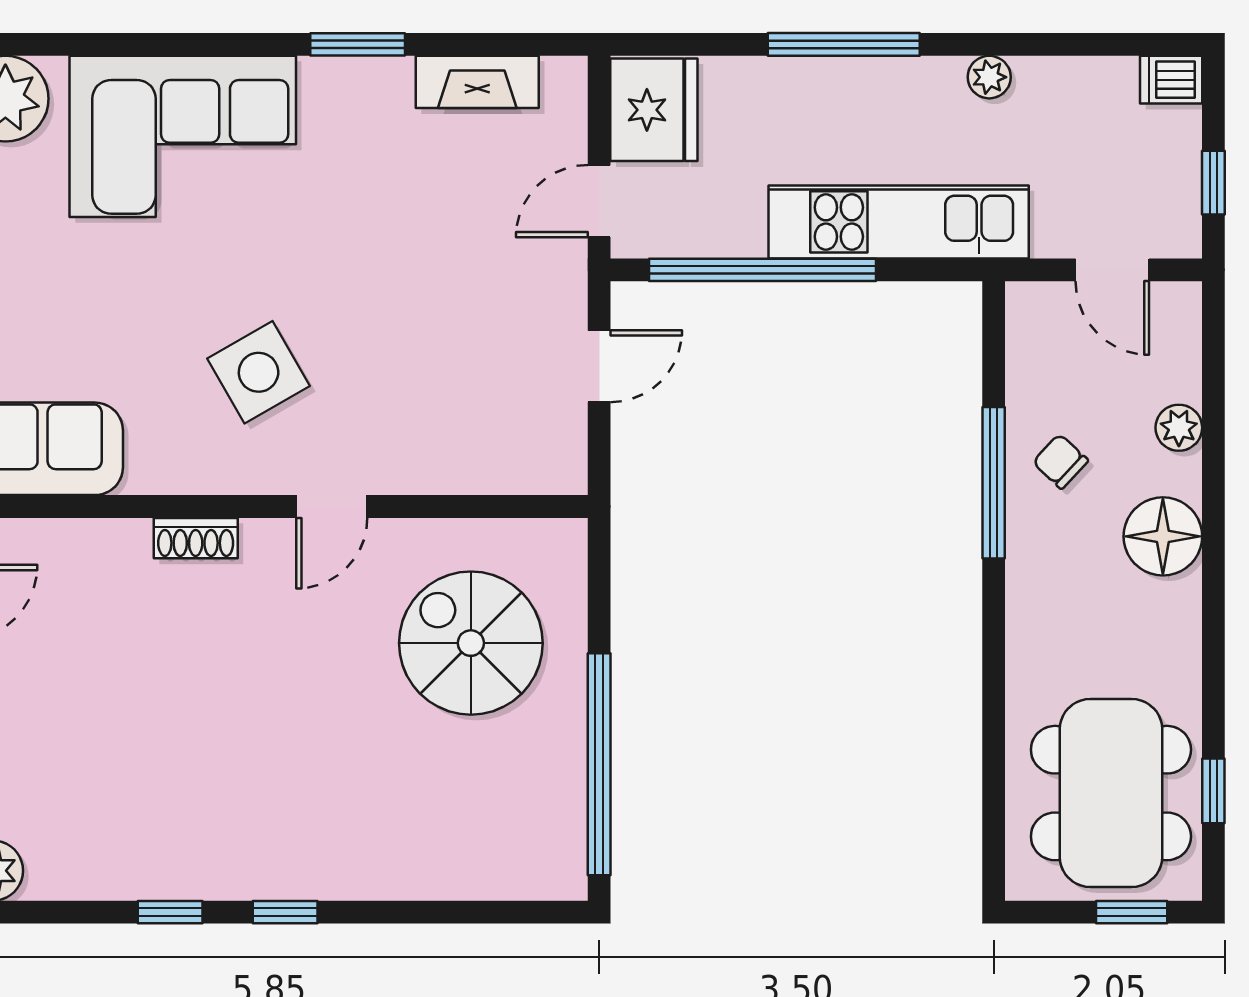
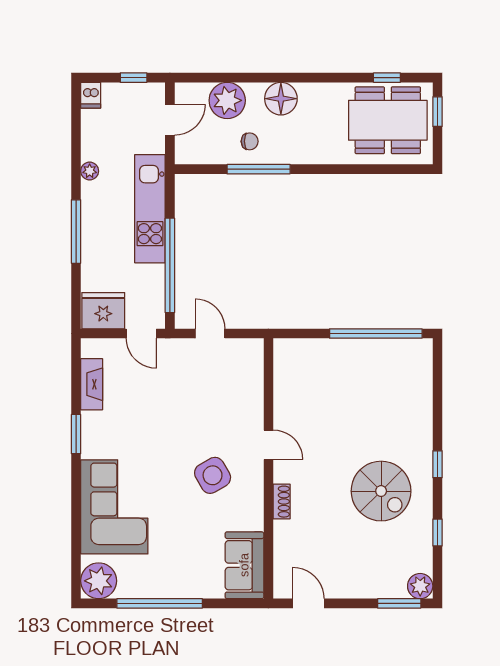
plant: (1179, 428) -> (227, 100), width x1.87, depth x1.87
chair: (1060, 461) -> (250, 141), turned -133
spiral stairs: (471, 643) -> (381, 491), moved, turned -90
window: (170, 912) -> (437, 533), moved

